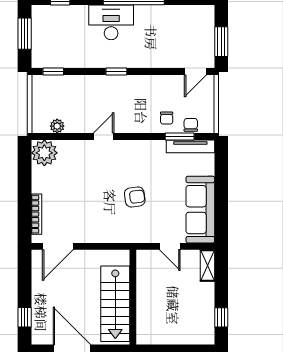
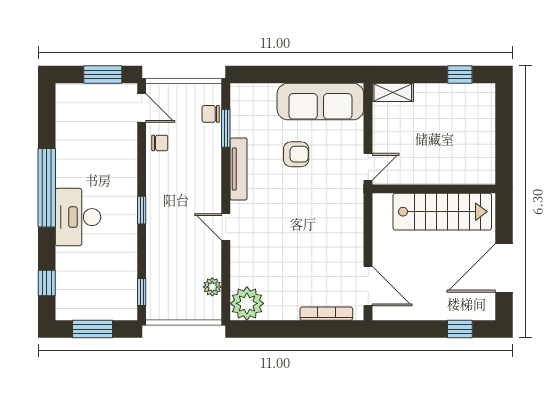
chair: (167, 118) -> (160, 143), moved
tv unit: (190, 146) -> (238, 169), moved
armchair: (135, 197) -> (296, 154), moved, turned 98
door: (170, 246) -> (368, 167), moved

